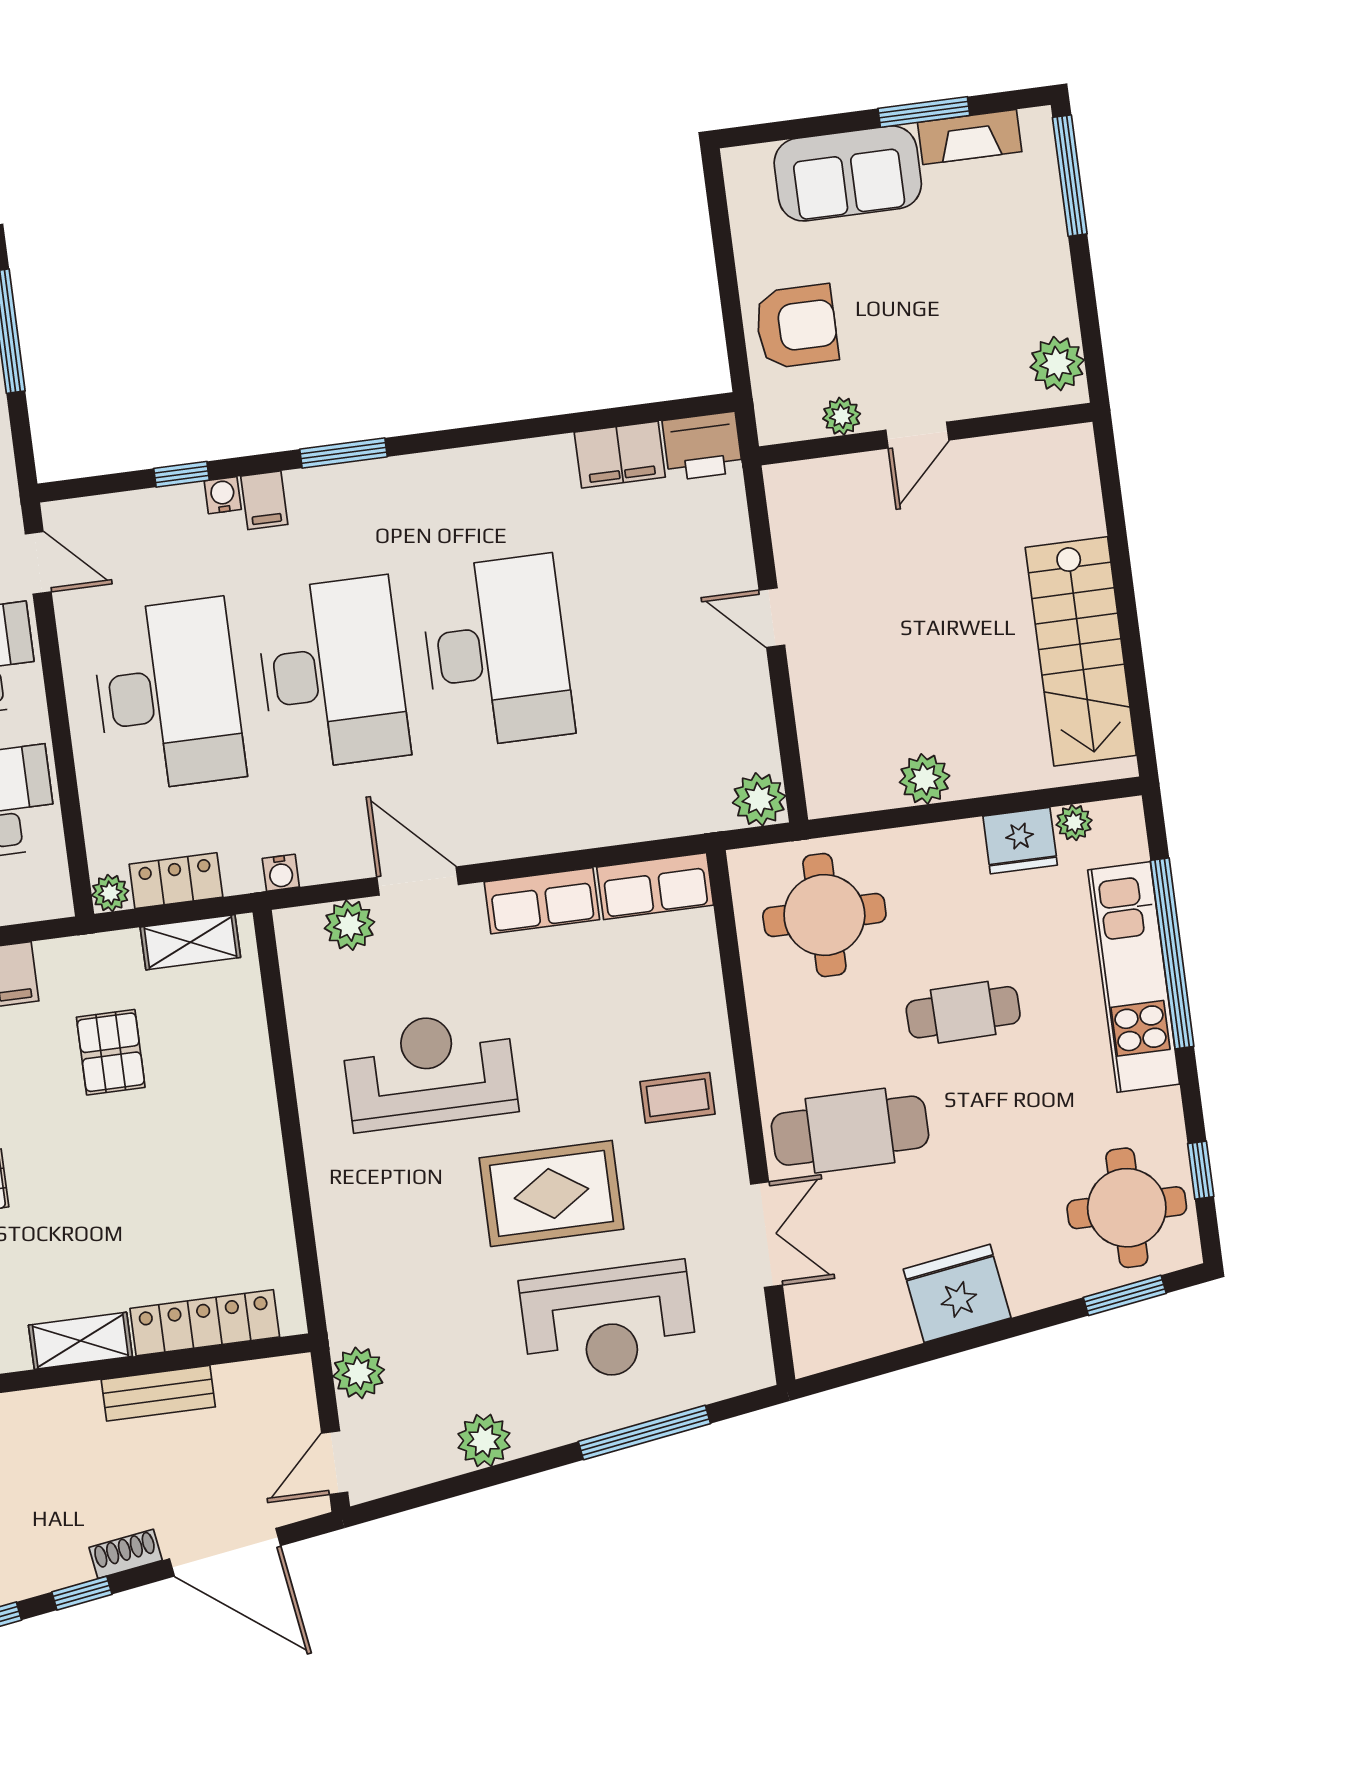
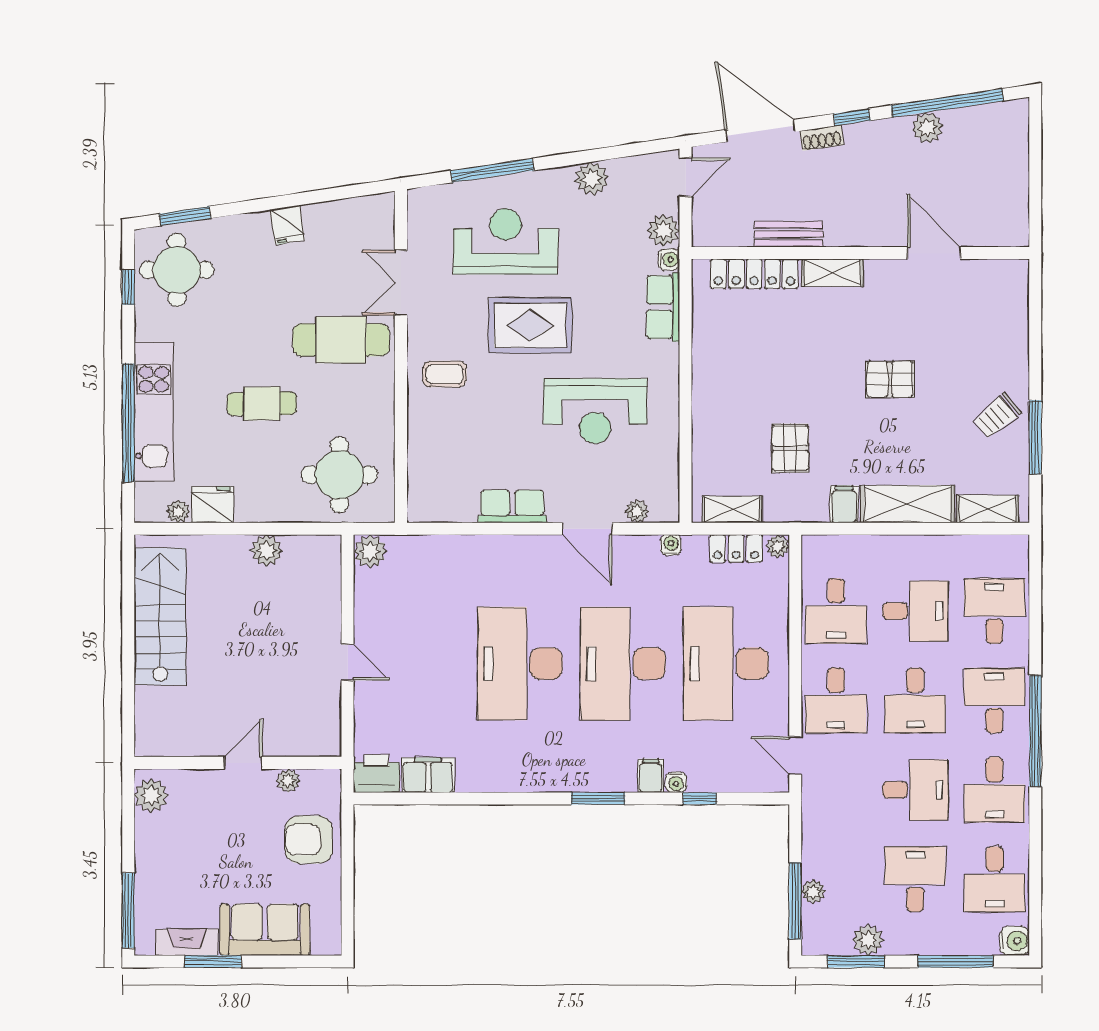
row of seats: (655, 886) -> (663, 307), moved, turned -90
plant: (350, 925) -> (637, 511), width x0.73, depth x0.73
fridge: (957, 1293) -> (287, 225), width x0.53, depth x0.75
water cooler: (344, 1328) -> (669, 260), added

